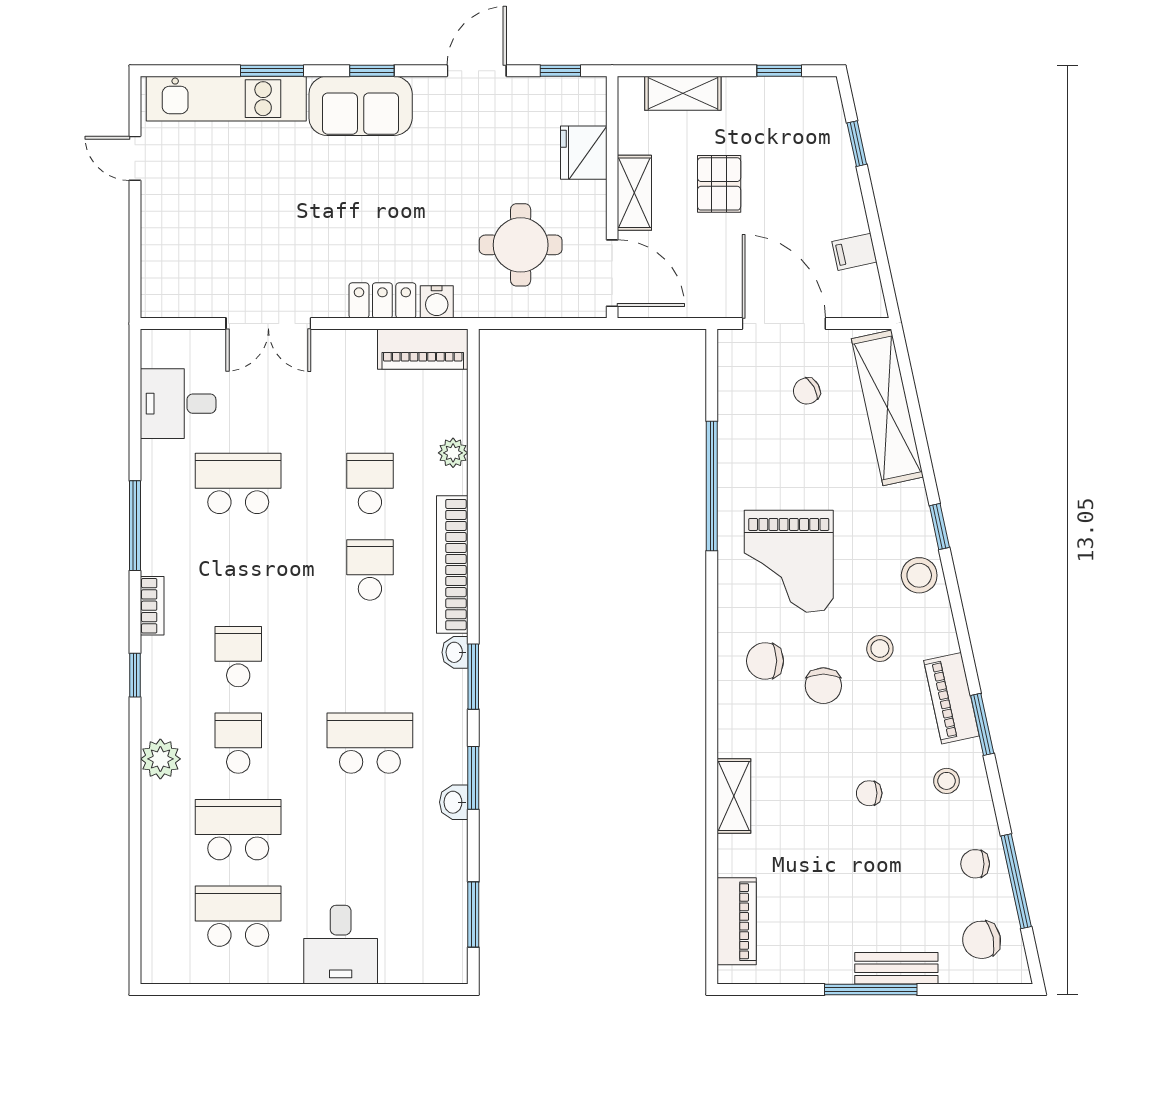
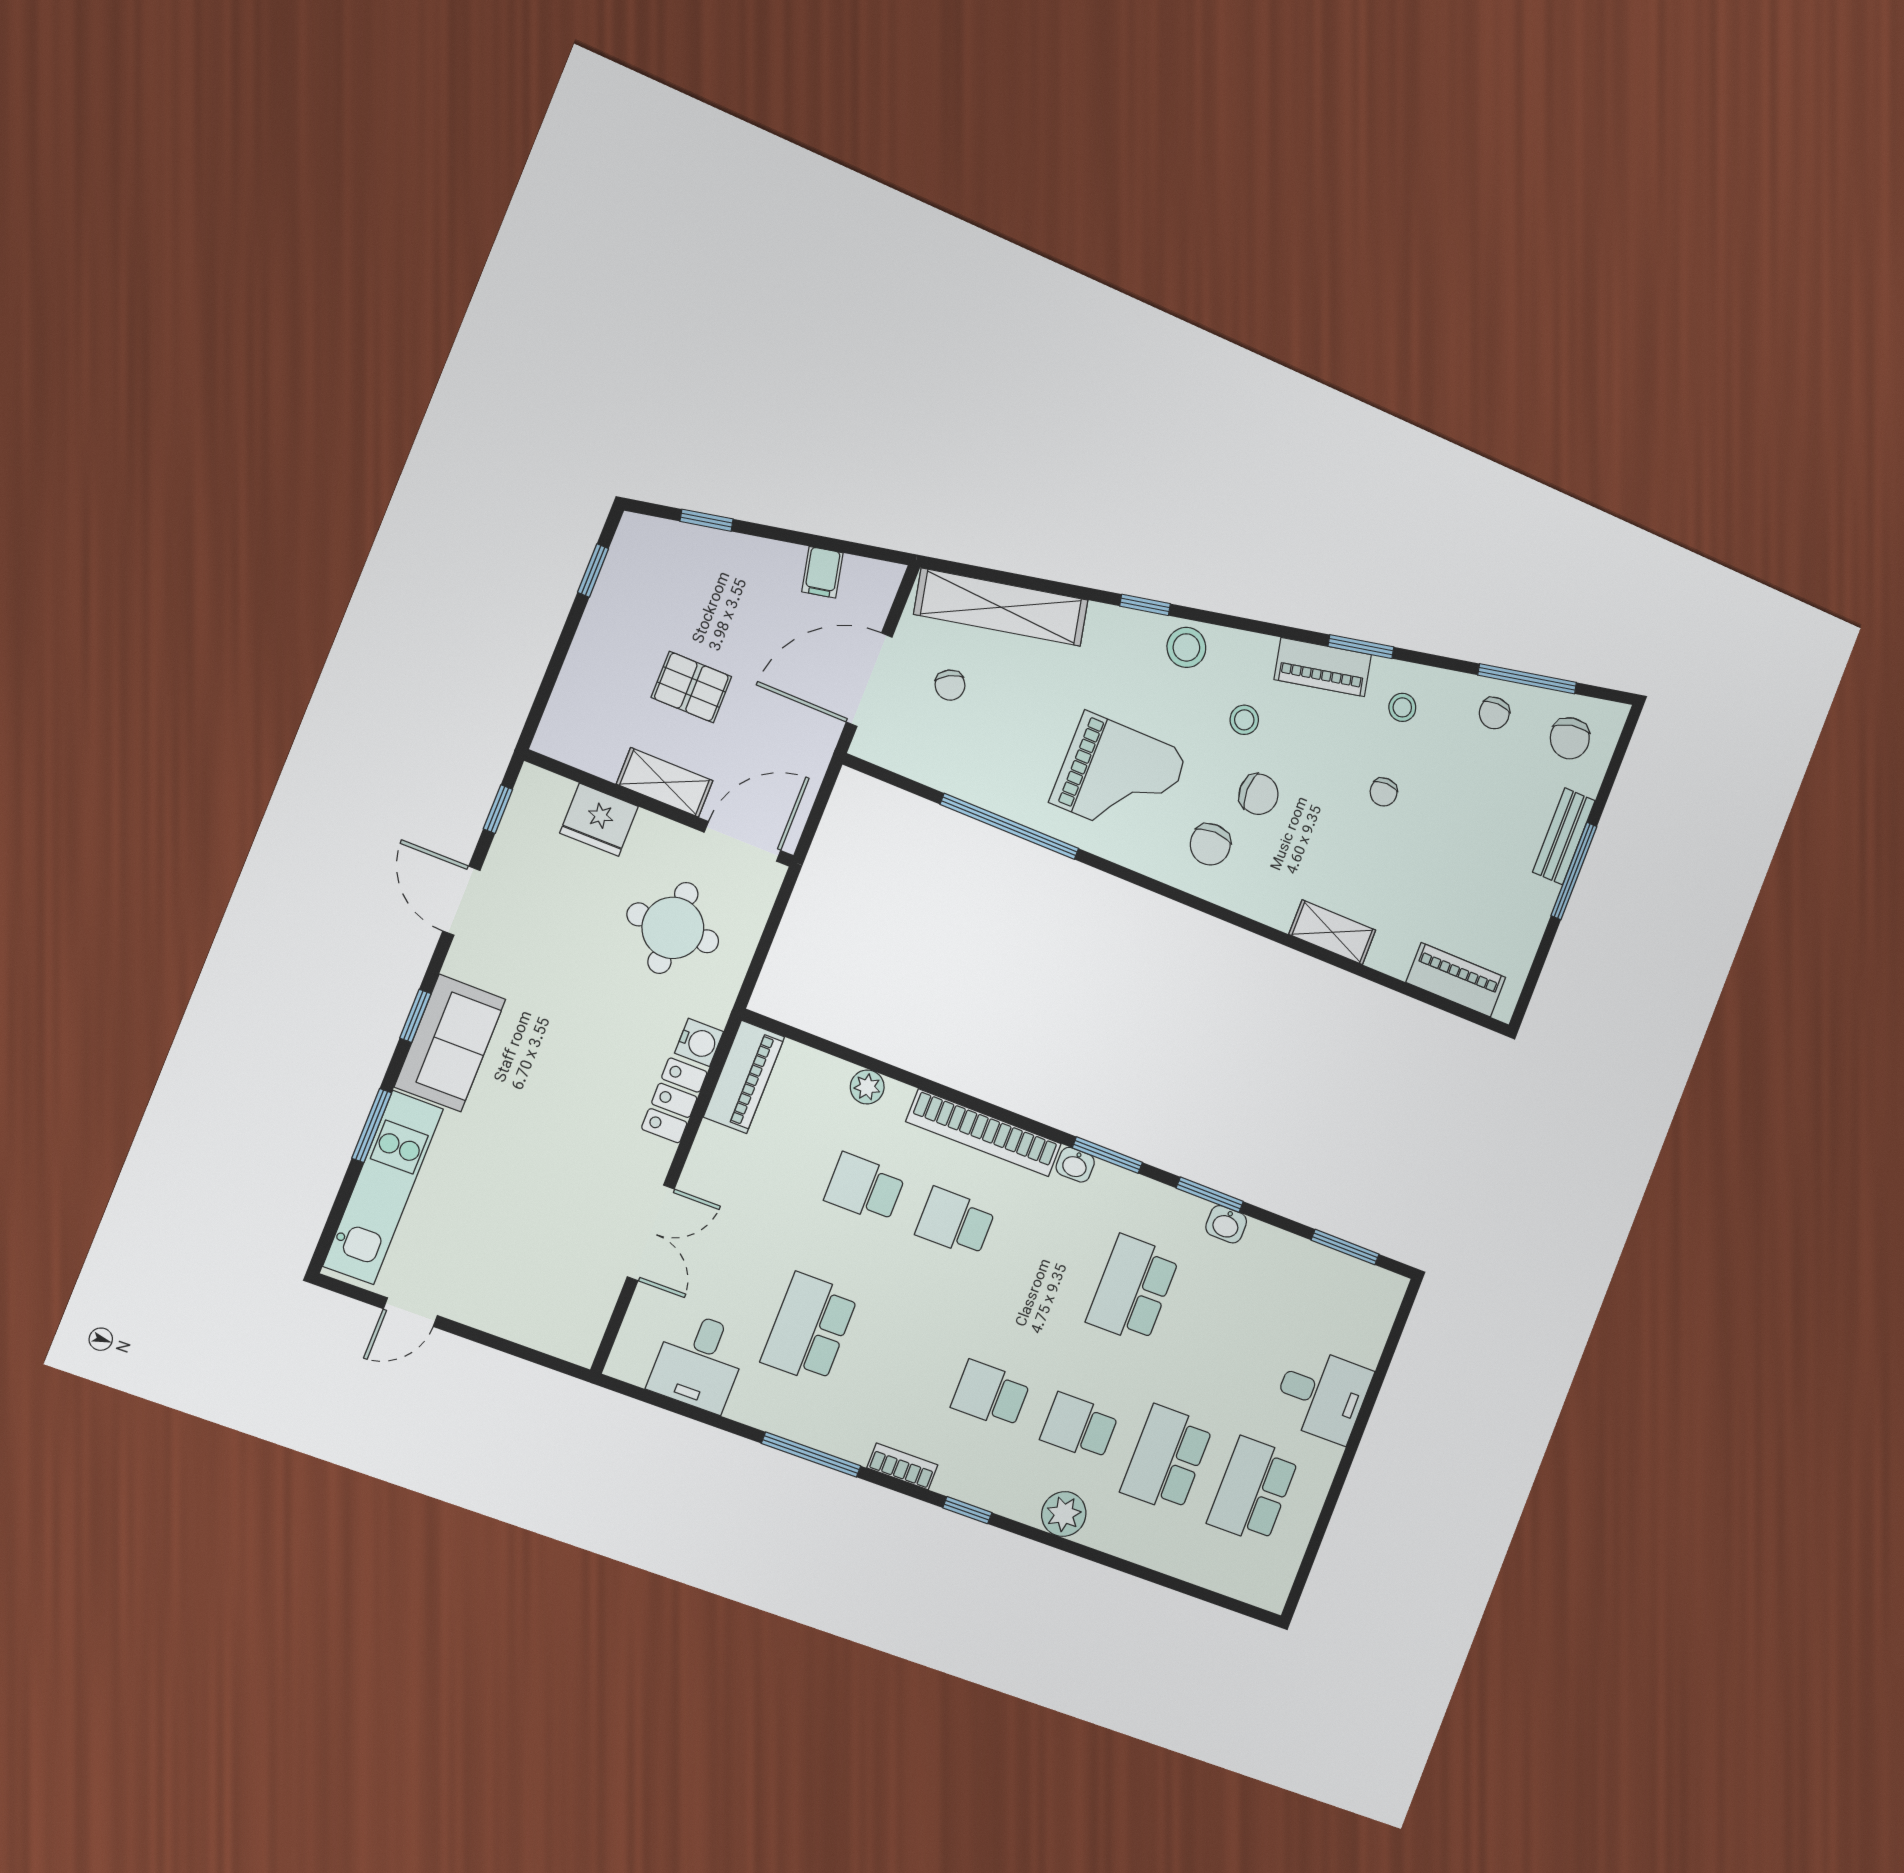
shelving: (683, 93) -> (576, 685), removed

